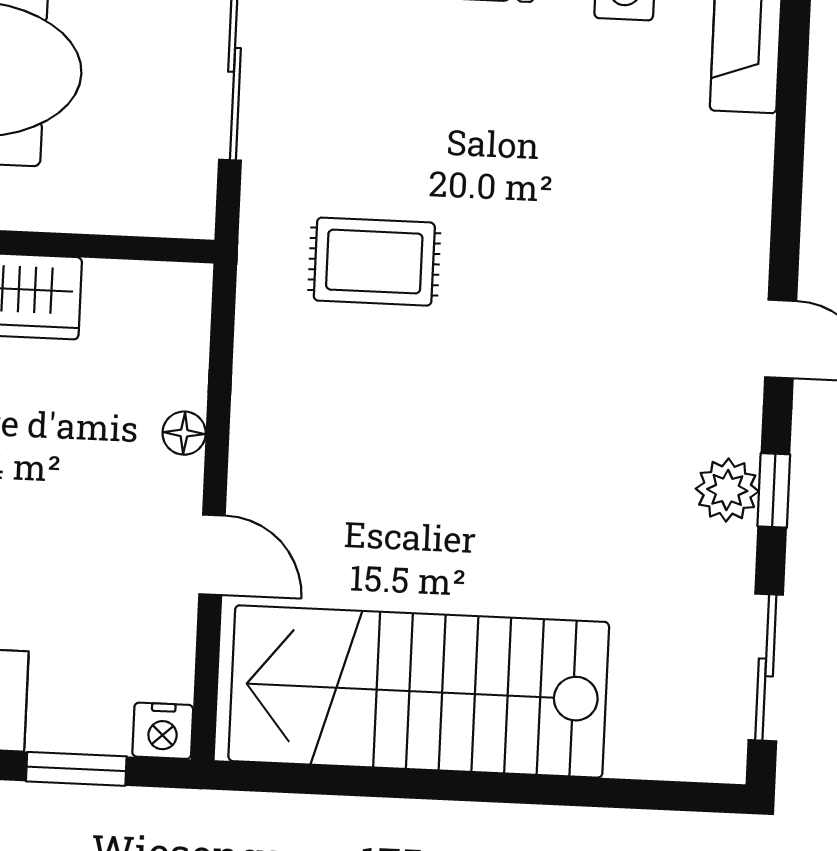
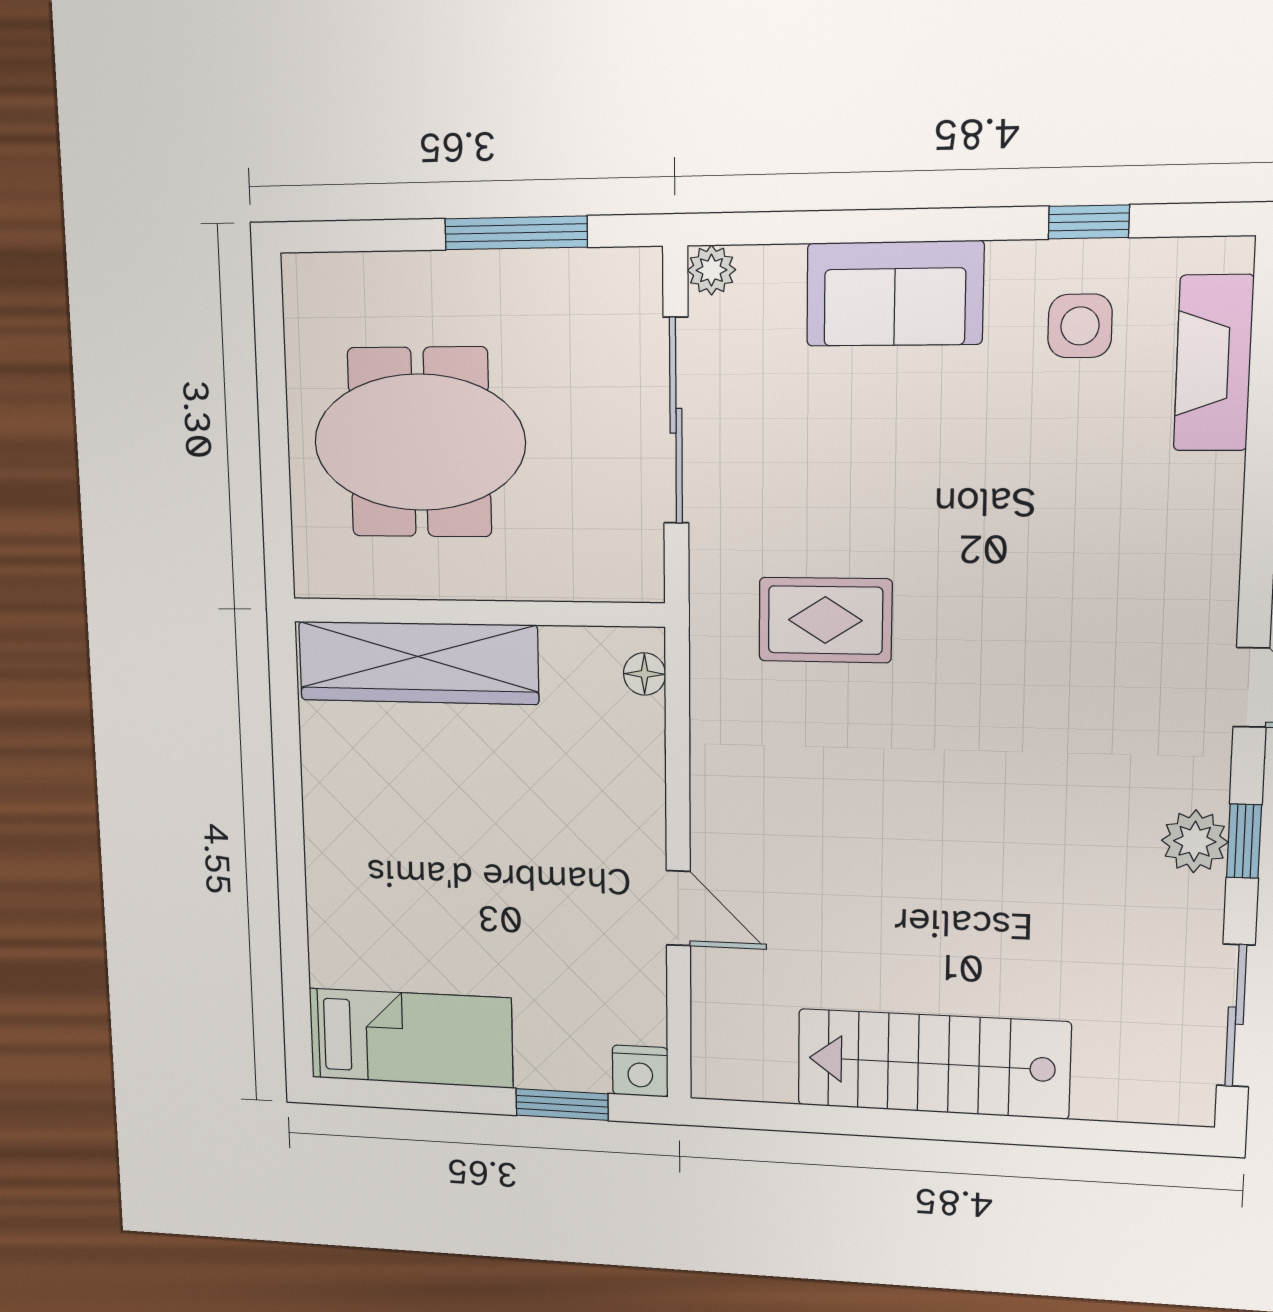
floor lamp: (184, 433) -> (645, 674), moved
stairs: (419, 691) -> (933, 1064), width x0.73, depth x0.66

